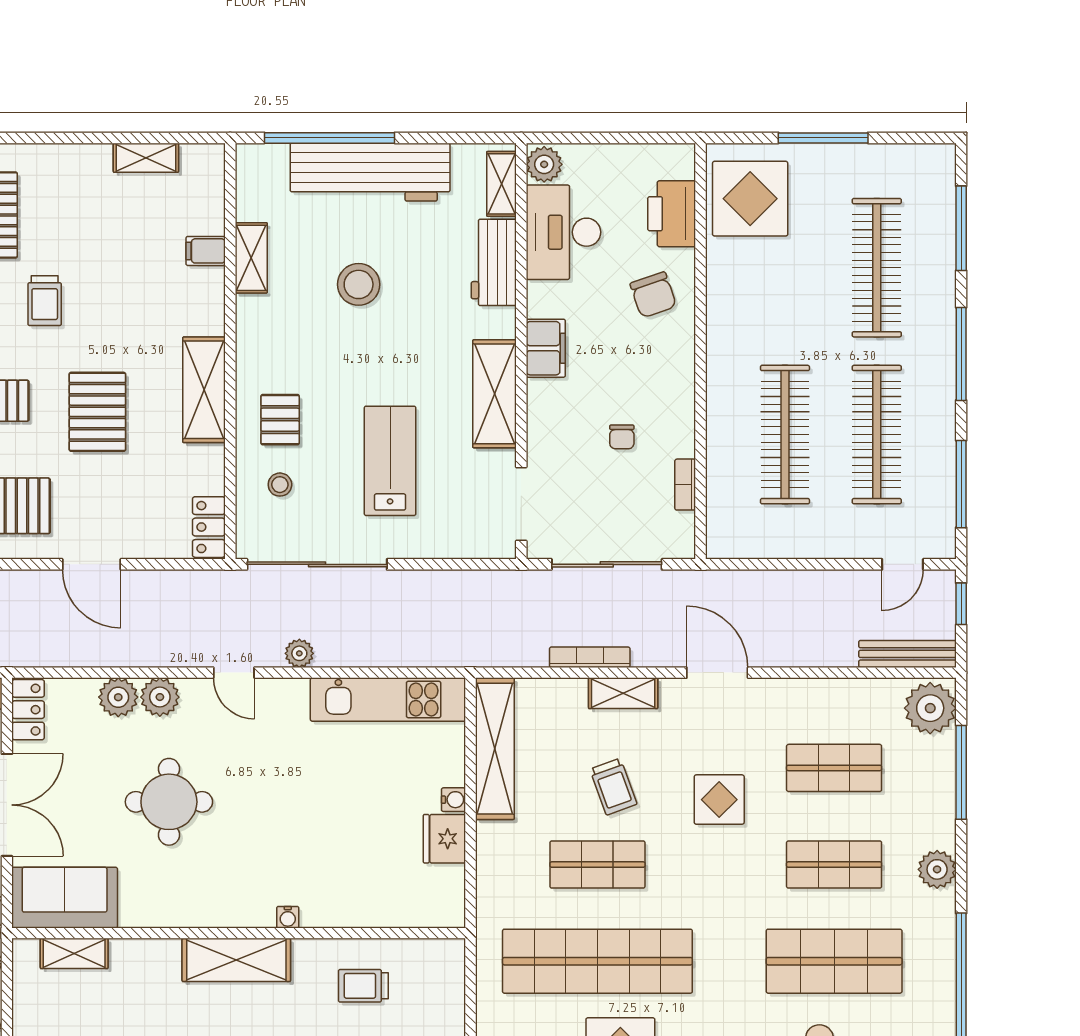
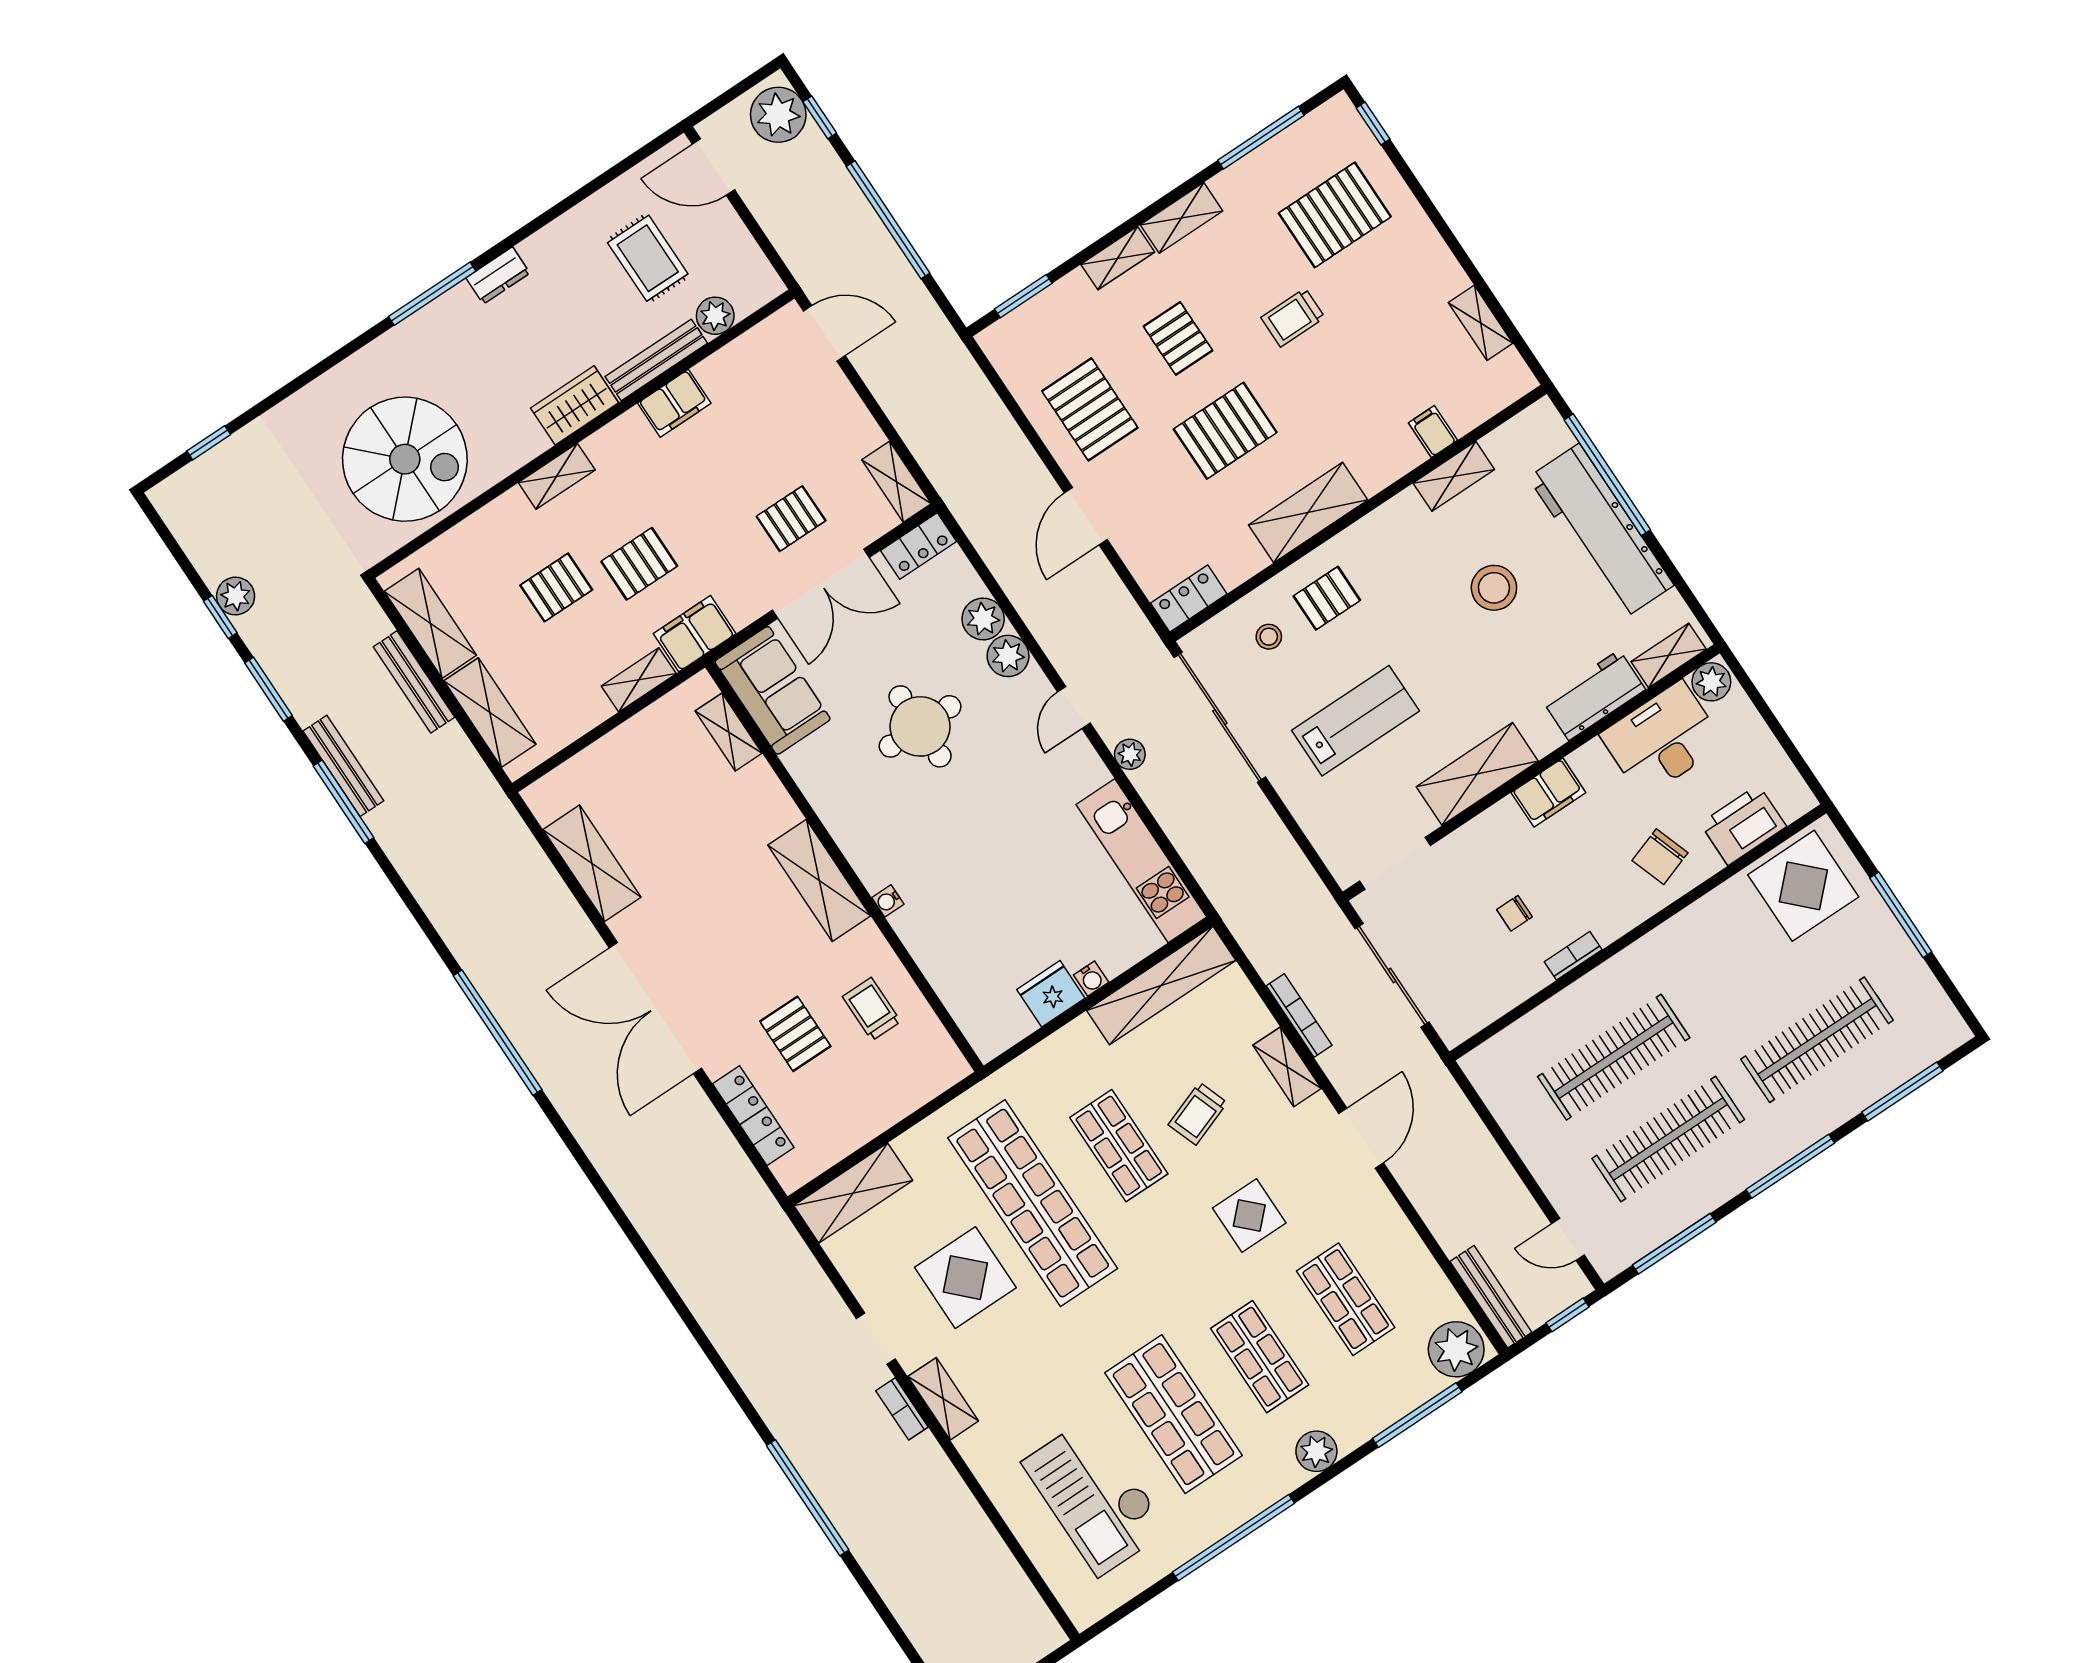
bookcase: (685, 485) -> (1573, 956), moved

